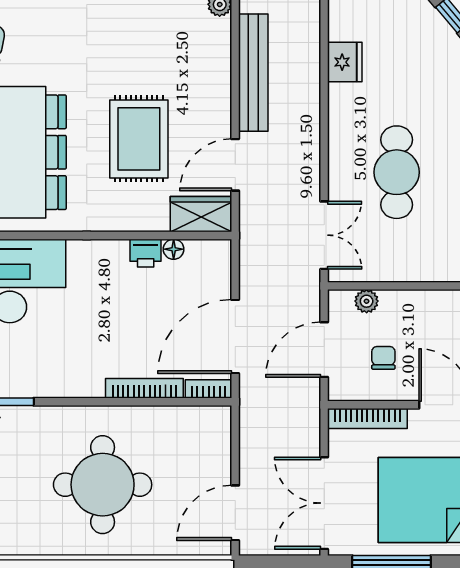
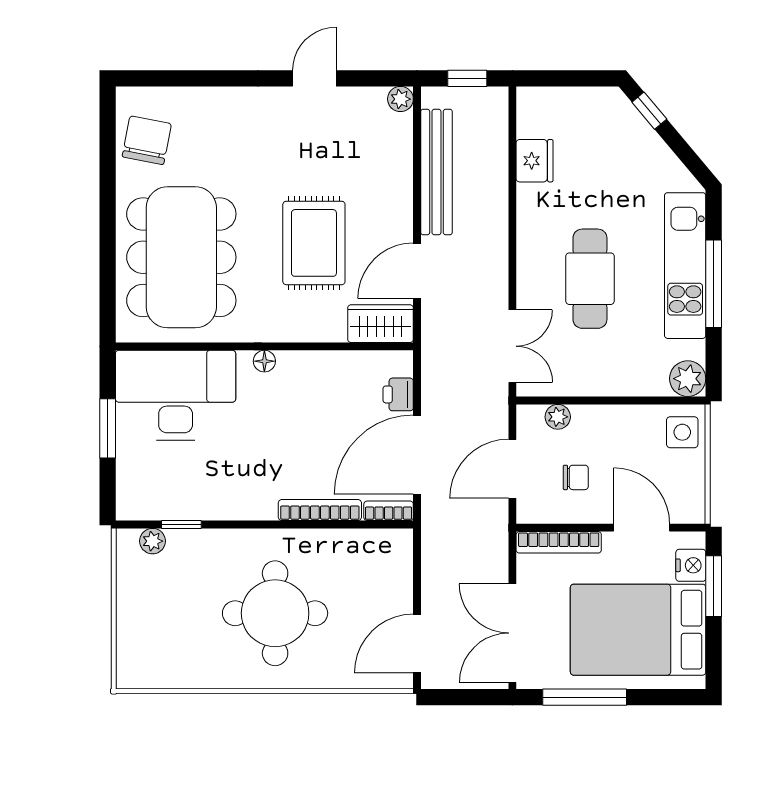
floor lamp: (174, 249) -> (264, 361), moved
printer: (146, 253) -> (398, 394), moved, turned 90
chair: (383, 358) -> (576, 477), turned 90

